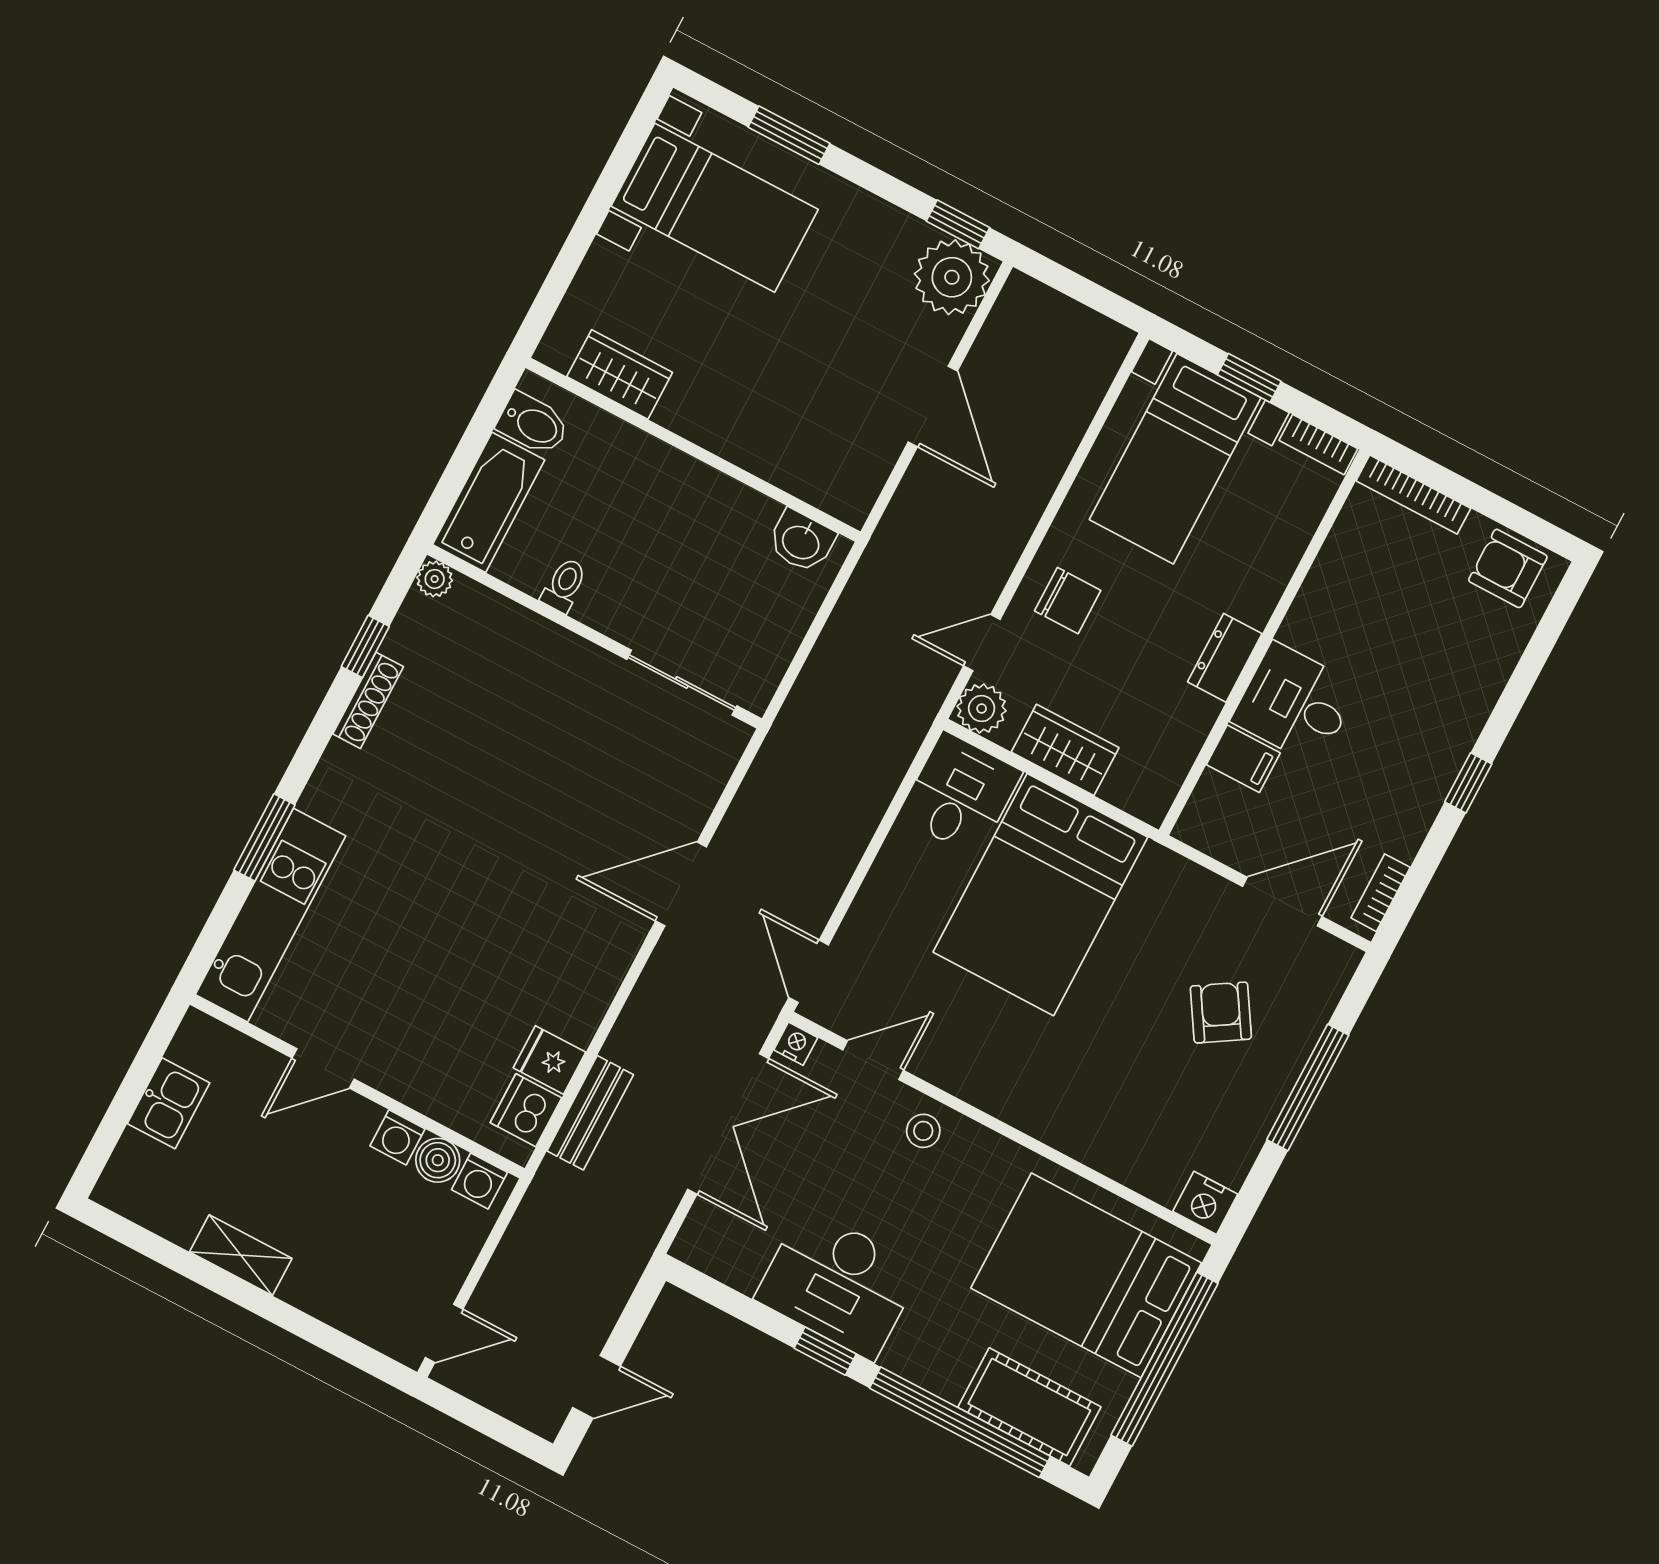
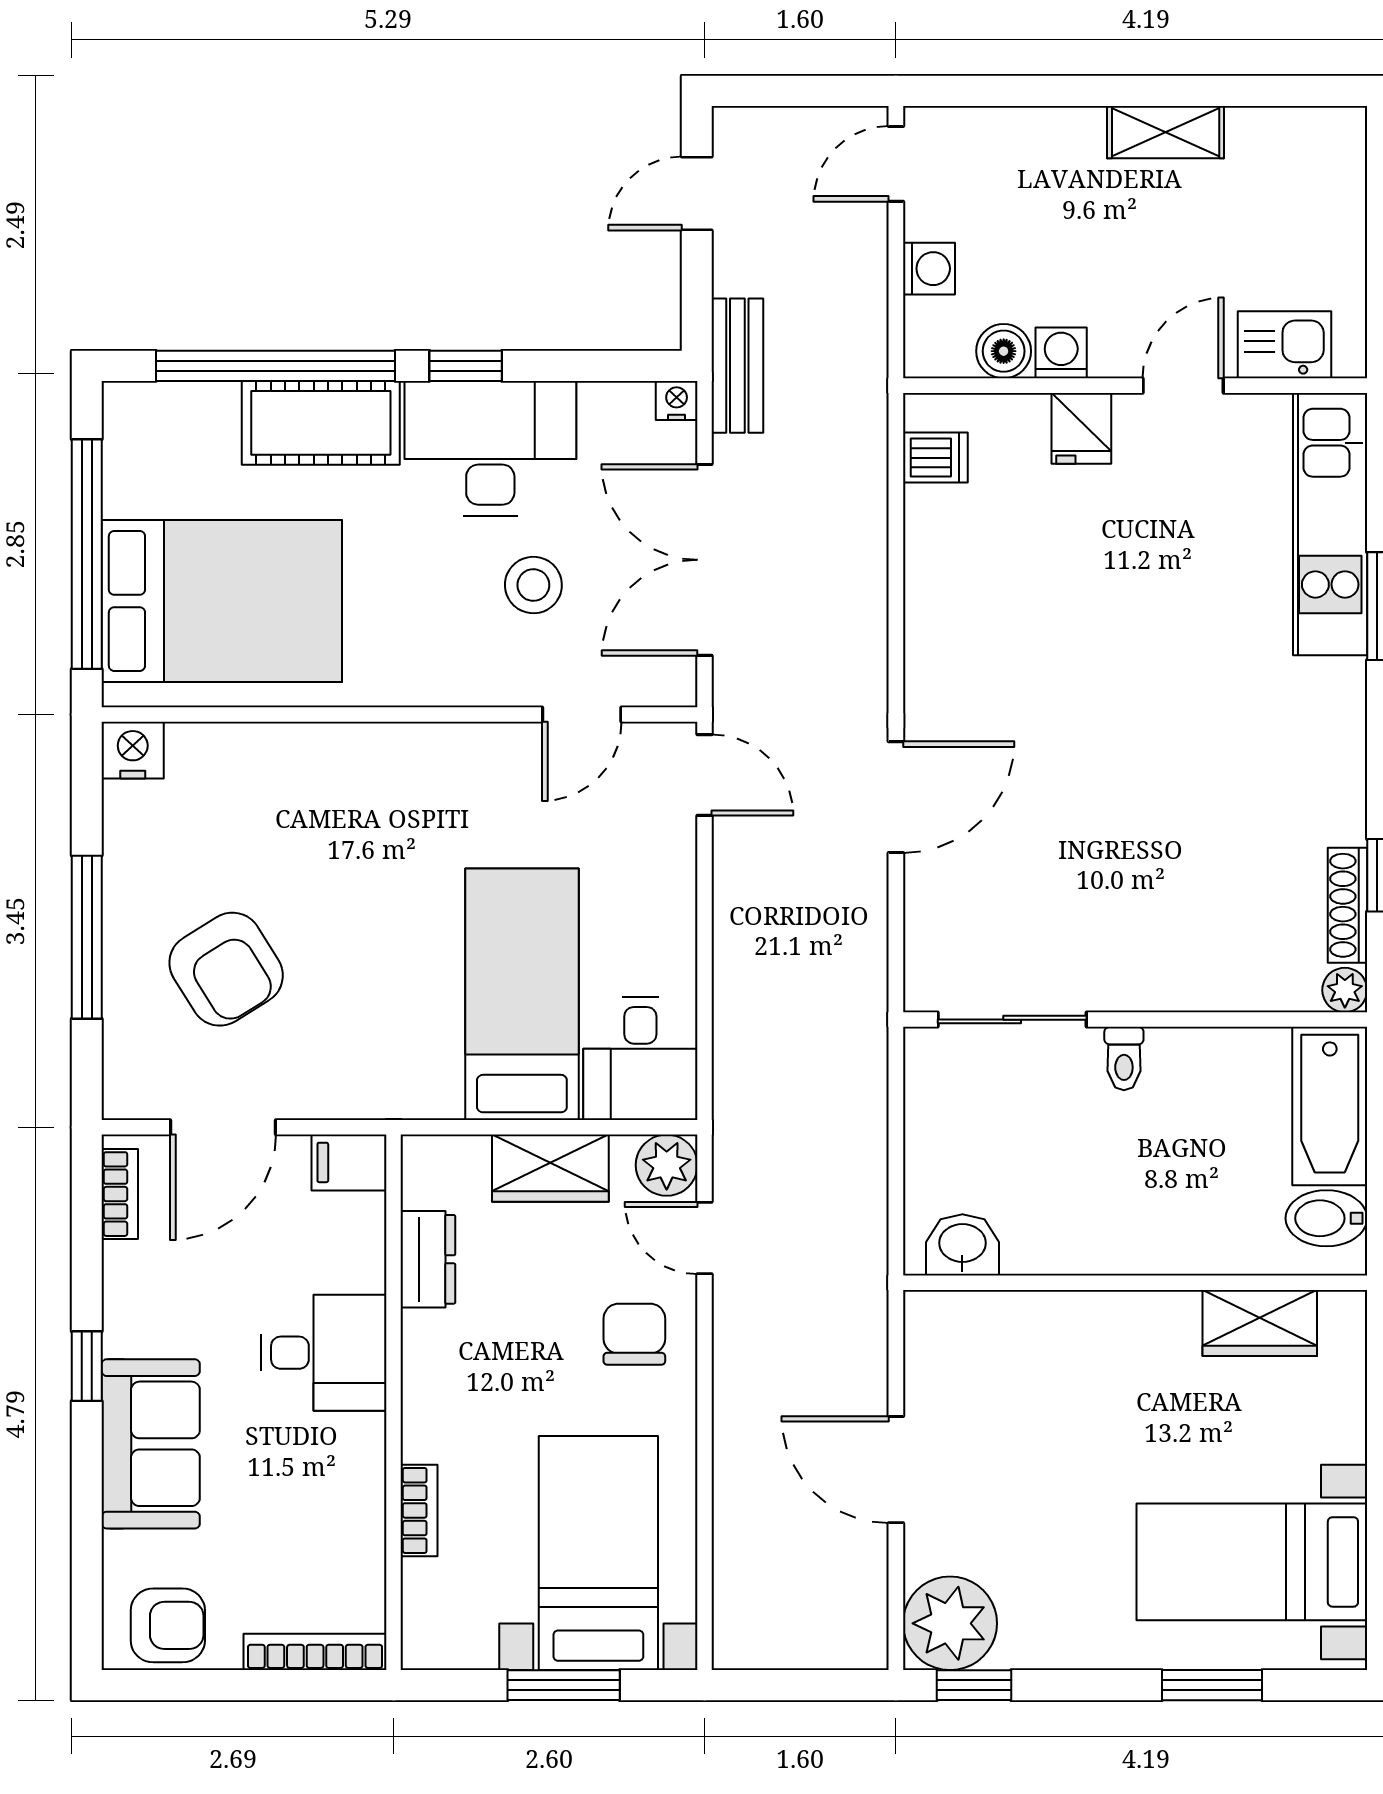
window: (1249, 378) -> (564, 1685), width x1.50
bookcase: (1318, 445) -> (419, 1510), moved, turned 90
toilet: (564, 585) -> (1124, 1059), moved
chair: (1068, 601) -> (634, 1334), turned 90
door: (982, 643) -> (705, 1238), swing flipped
dresser: (1225, 658) -> (428, 1259), moved
shoe rack: (368, 700) -> (1348, 905), moved
sofa: (1452, 704) -> (151, 1444), added
filing cabinet: (1243, 759) -> (349, 1162), moved
bed: (1040, 895) -> (522, 994), width x0.67
armchair: (1221, 1012) -> (226, 969), width x1.38, depth x1.38
nightstand: (796, 1044) -> (677, 401), moved, turned 180
fridge: (549, 1060) -> (1081, 428), moved, turned 90
kitchen sink: (169, 1103) -> (1284, 345), moved, turned 90
dishwasher: (526, 1110) -> (935, 458), width x0.73
bench: (590, 1113) -> (737, 366), moved
stool: (923, 1131) -> (533, 585), moved, width x1.37, depth x1.37
washing machine: (479, 1181) -> (929, 269), moved, turned 90
cot: (1029, 1407) -> (321, 423), moved

